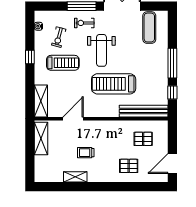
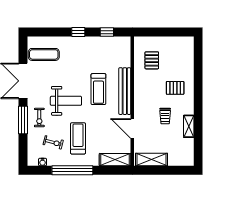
window: (30, 57) -> (72, 170), width x3.17
window: (172, 63) -> (78, 32), width x0.46
treadmill: (114, 84) -> (98, 89), width x0.73, depth x0.73
bench: (144, 111) -> (125, 91), moved
door: (172, 163) -> (176, 32), removed
pallet: (129, 166) -> (175, 88), moved, turned 90

